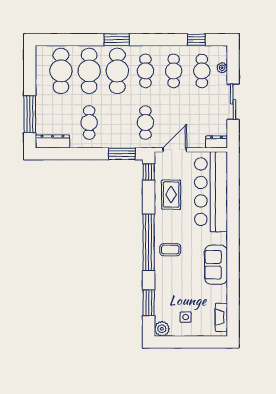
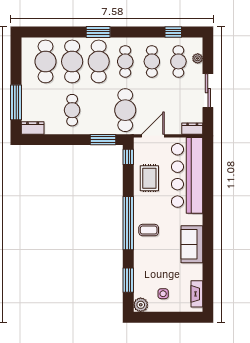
cafe table: (145, 123) -> (125, 110), width x1.37, depth x1.35
dresser: (52, 141) -> (33, 128), width x0.70

